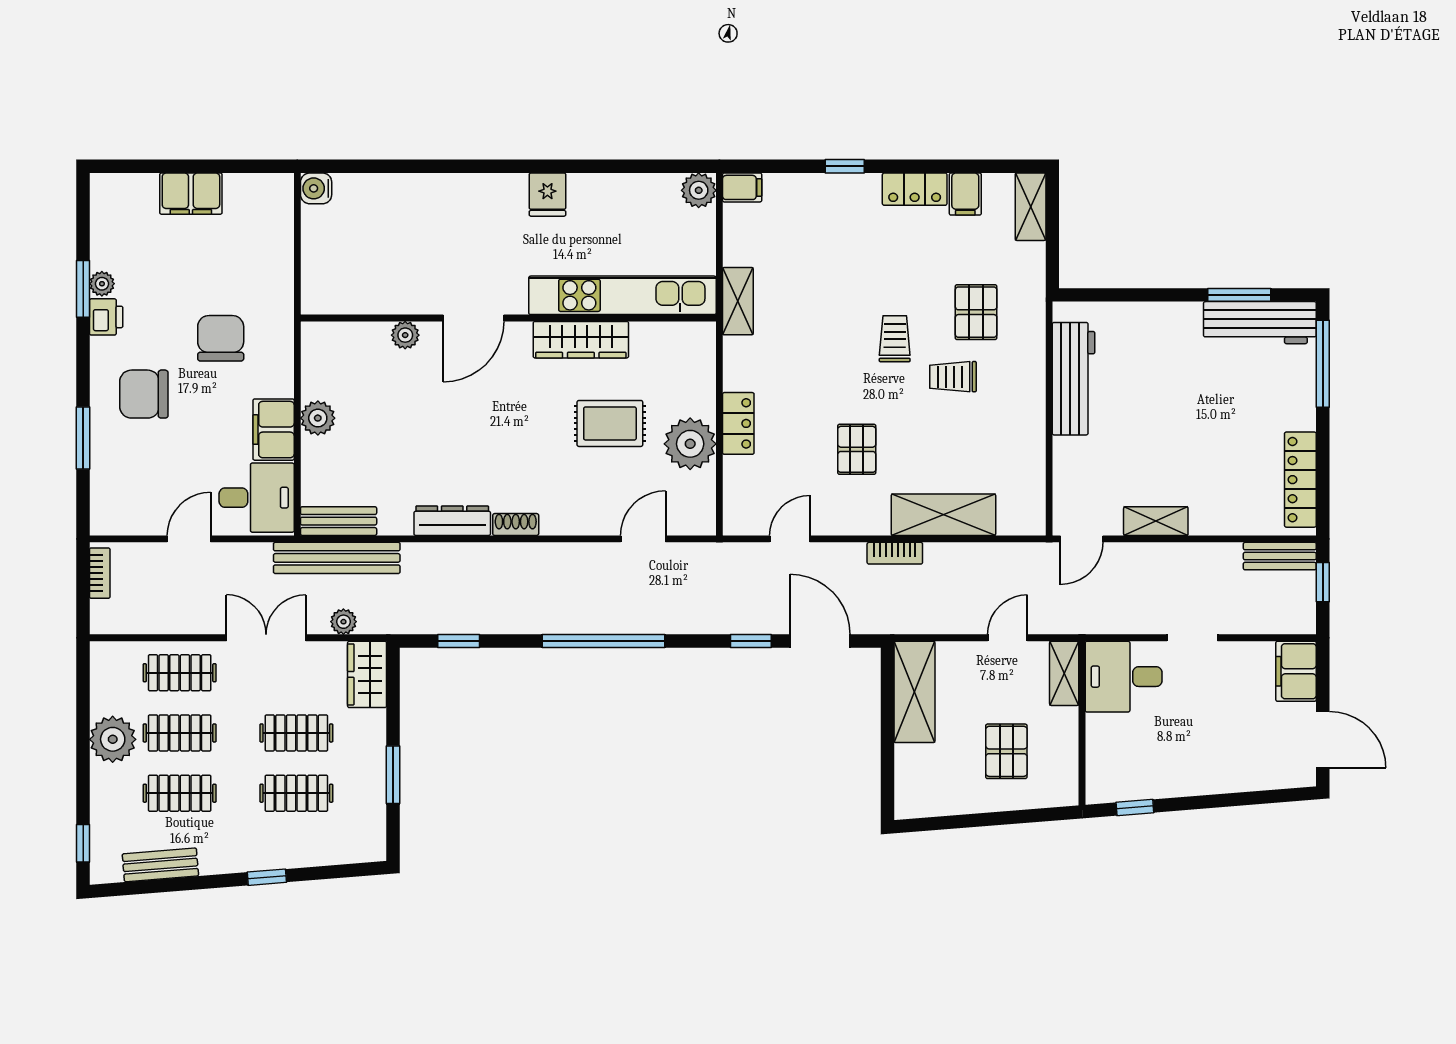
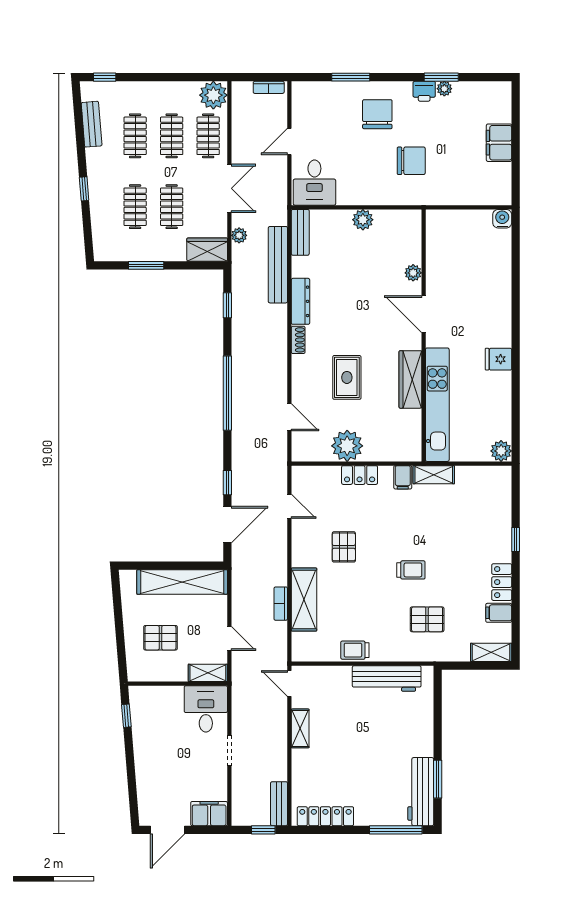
filing cabinet: (742, 187) -> (403, 477), moved
trolley: (953, 377) -> (355, 650), moved, turned -90
rug: (610, 423) -> (347, 377), moved
filing cabinet: (274, 430) -> (356, 193), removed
pallet: (857, 449) -> (344, 547), turned 90
door: (189, 539) -> (289, 142), swing flipped
bookcase: (895, 553) -> (281, 604), moved
bench: (337, 558) -> (278, 265), moved
shelving: (914, 692) -> (182, 582), width x1.47
plant: (113, 739) -> (213, 95), moved

